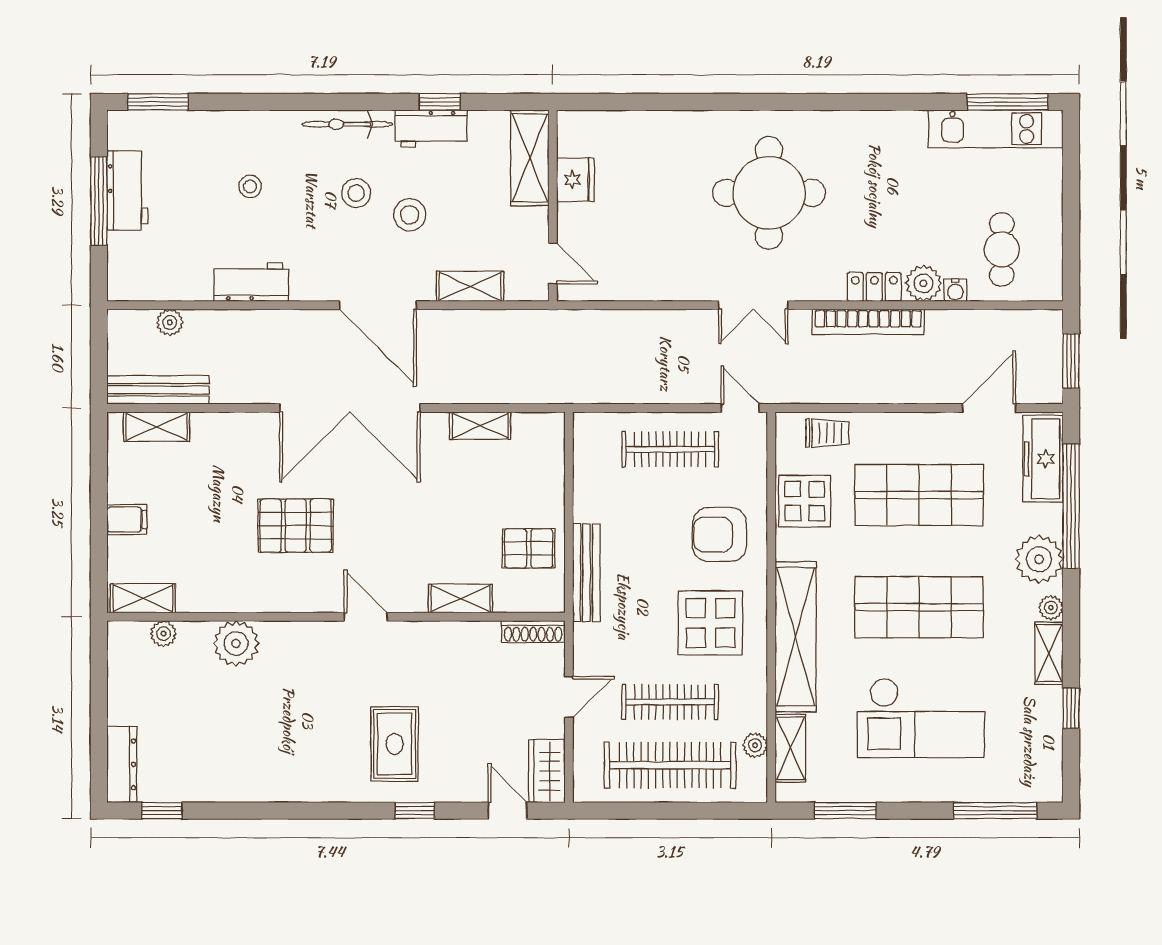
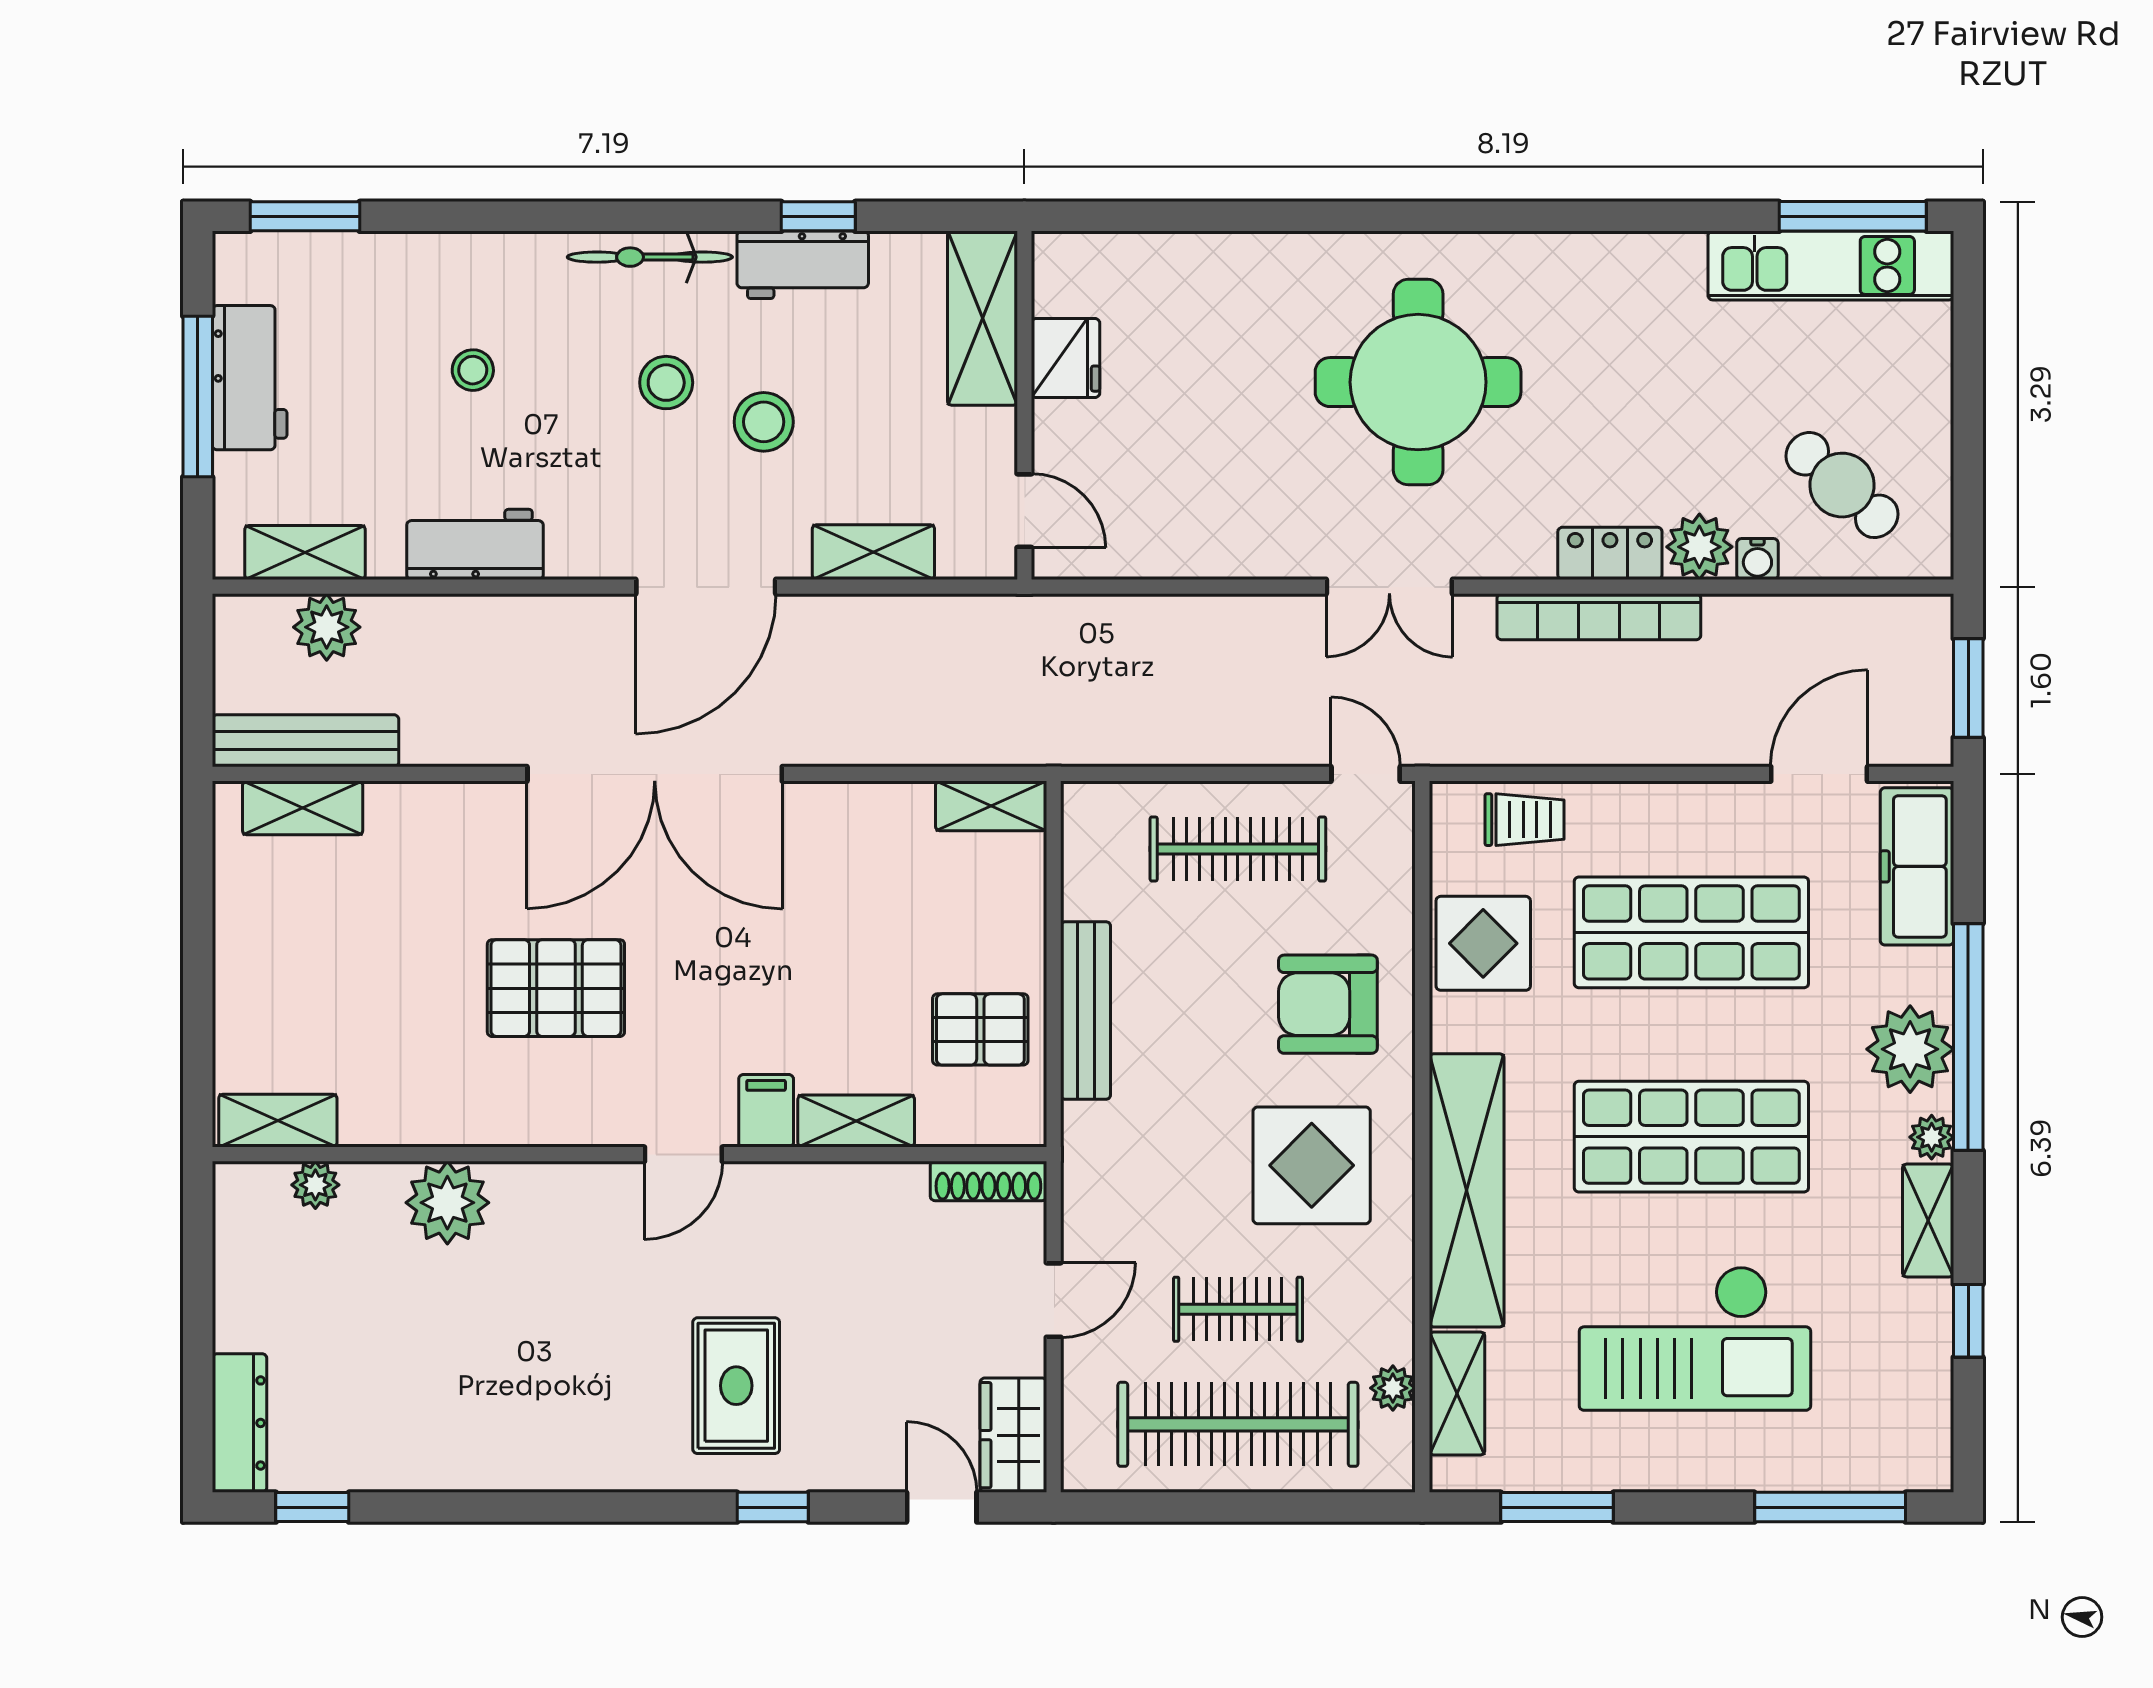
cafe table: (1002, 249) -> (1842, 485), turned -48
shelving: (158, 286) -> (305, 553), added
door: (378, 305) -> (706, 587), hinge flipped
plant: (170, 322) -> (327, 627), width x1.38, depth x1.38
shelving: (480, 426) -> (991, 806), moved
window: (1071, 506) -> (1968, 1037), moved
filing cabinet: (127, 520) -> (766, 1111), moved, turned -90
bench: (586, 573) -> (1086, 1010), moved
door: (366, 617) -> (683, 1154), swing flipped
clothes rail: (670, 702) -> (1238, 1309), width x0.73

